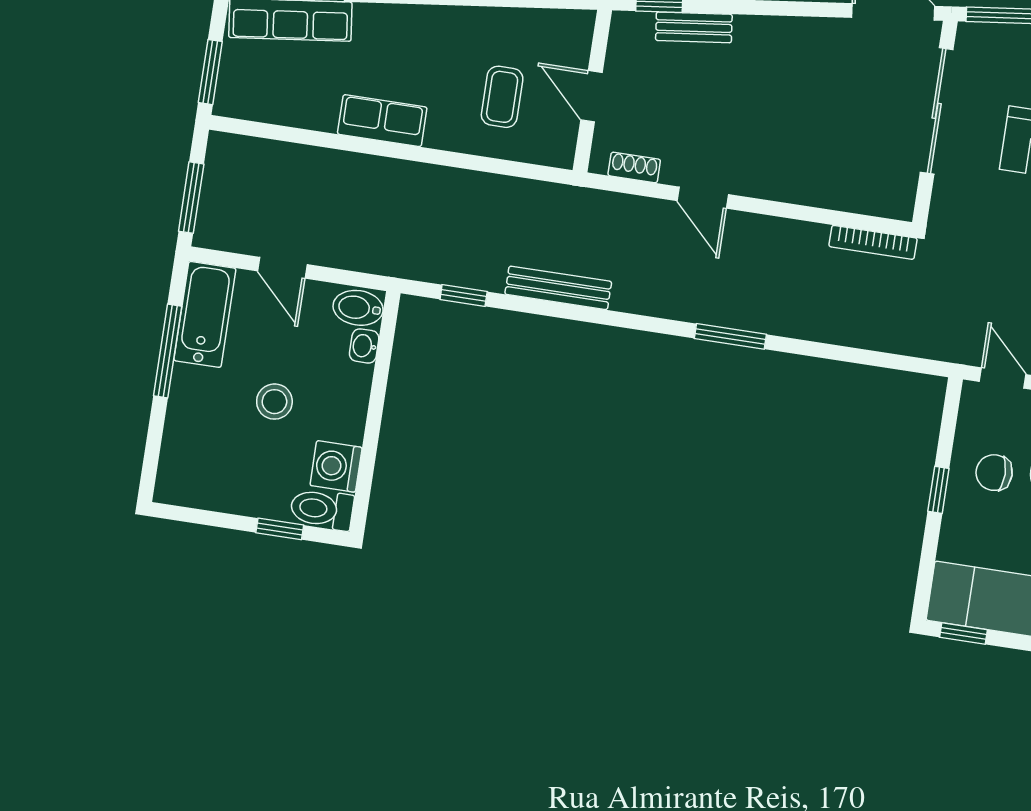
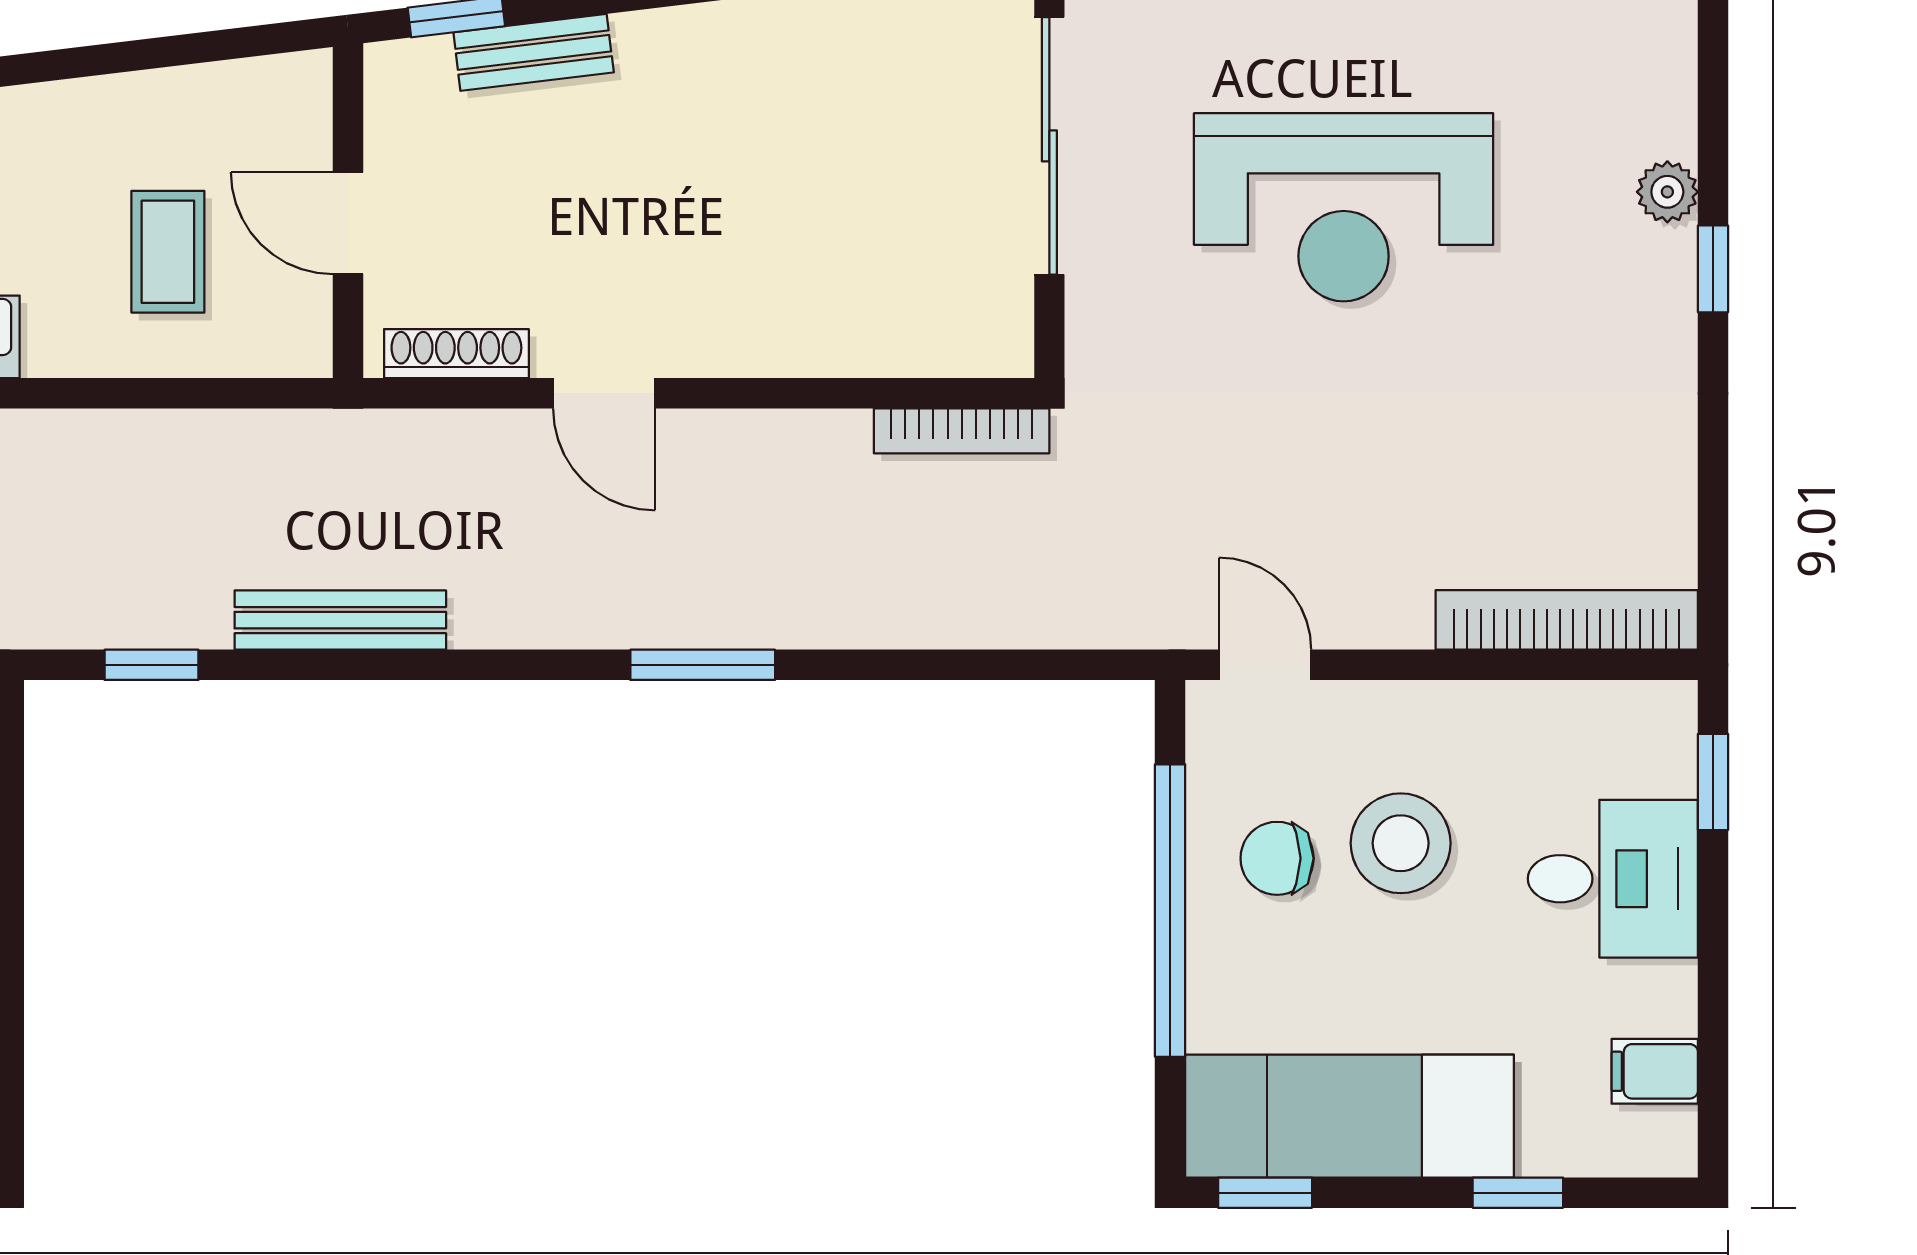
shoe rack: (634, 167) -> (456, 354), width x1.43
window: (938, 490) -> (1170, 911), width x3.17

